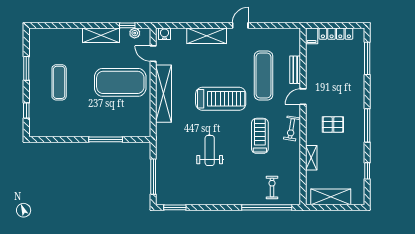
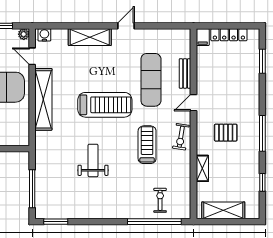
plant: (135, 33) -> (24, 34), moved
window: (367, 58) -> (262, 61), width x0.69

